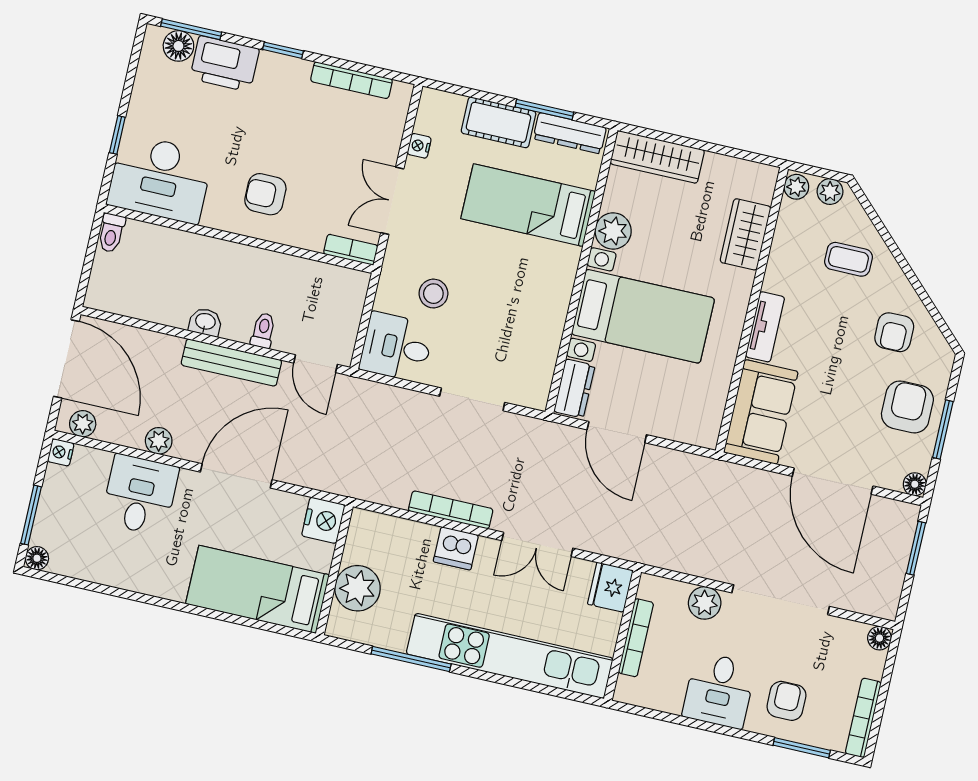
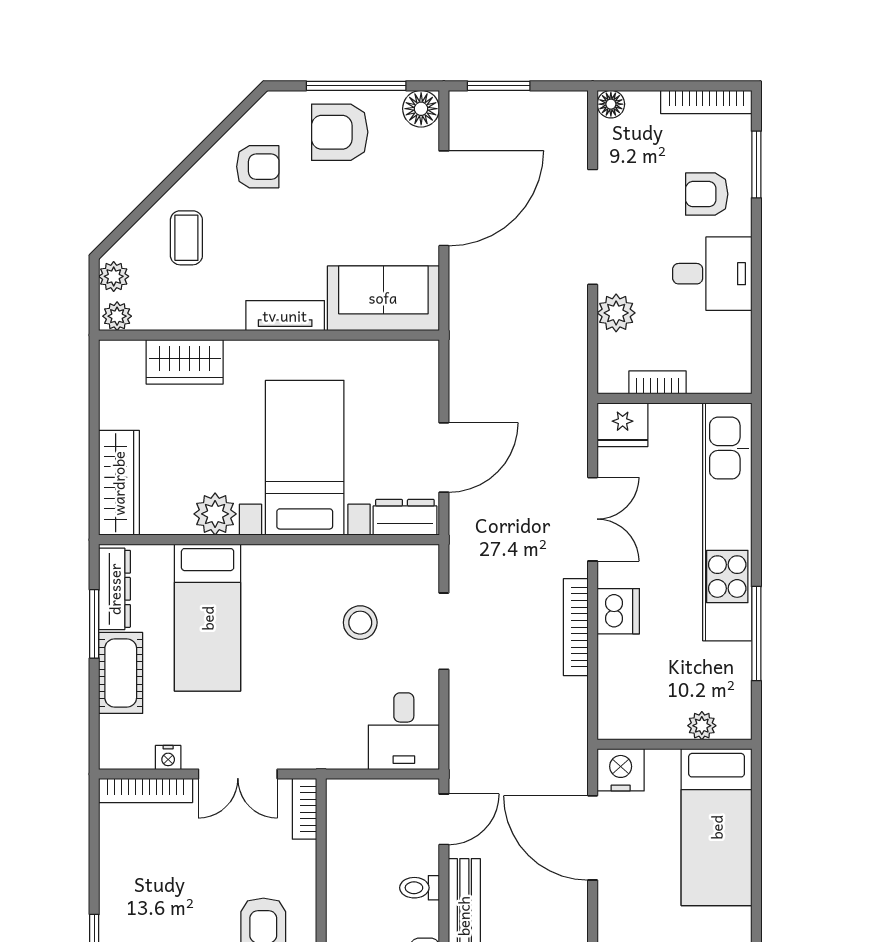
bookcase: (351, 80) -> (146, 791), moved, turned 90
stool: (433, 294) -> (360, 623), moved
window: (943, 429) -> (356, 86), width x1.44
door: (236, 476) -> (593, 838), moved
floor lamp: (915, 484) -> (421, 109), width x1.37, depth x1.37
plant: (358, 588) -> (702, 726), width x0.53, depth x0.53
bookcase: (636, 638) -> (658, 382), width x0.64

